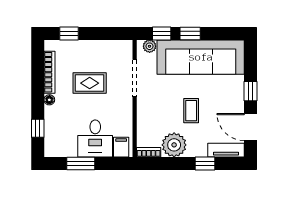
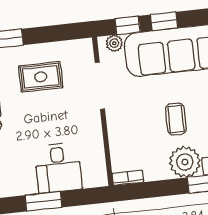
rug: (90, 83) -> (41, 77), moved
plant: (174, 145) -> (185, 162), moved
filing cabinet: (121, 147) -> (92, 175), removed

